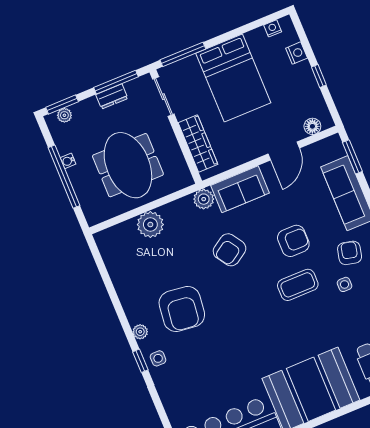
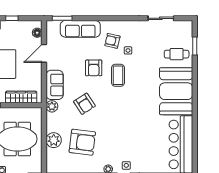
door: (284, 151) -> (44, 53), swing flipped
armchair: (293, 241) -> (94, 68), turned 180
armchair: (182, 309) -> (82, 142), moved

